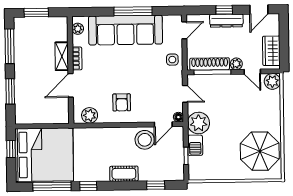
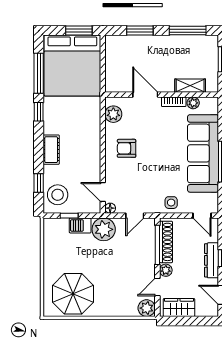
plant: (78, 29) -> (193, 103), moved
shelving: (62, 56) -> (190, 86), moved
stool: (145, 140) -> (58, 195), moved
window: (11, 149) -> (79, 31), width x1.50

